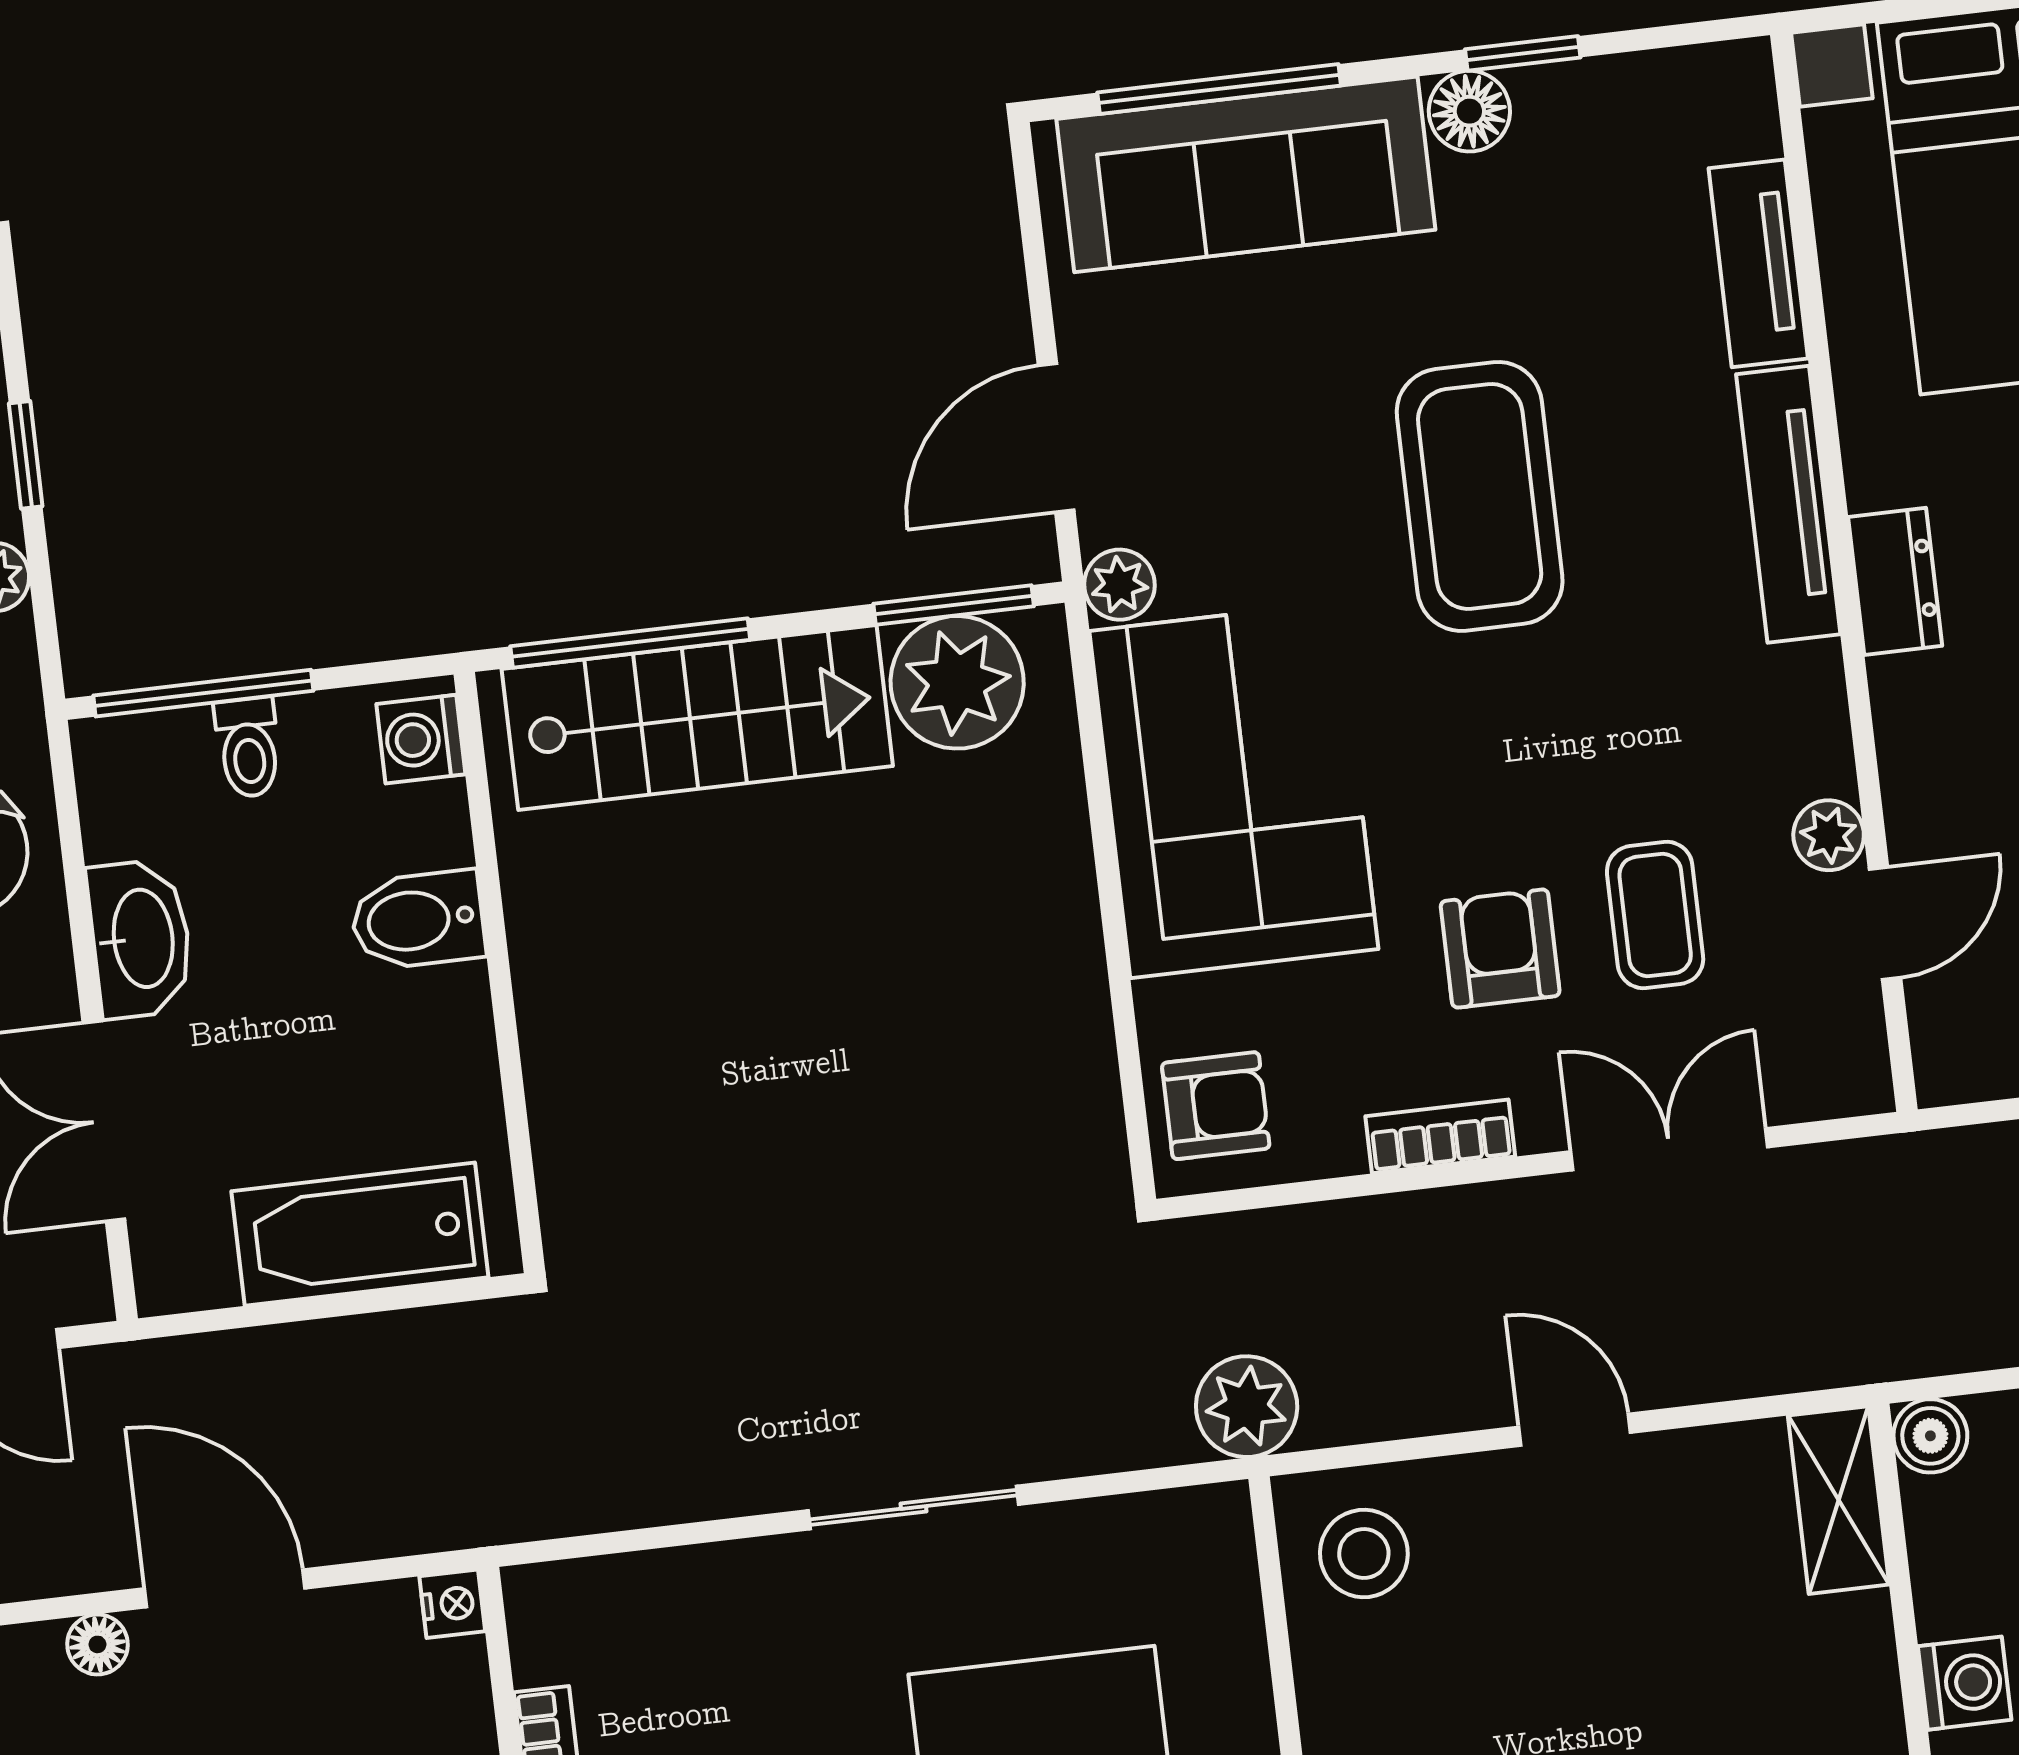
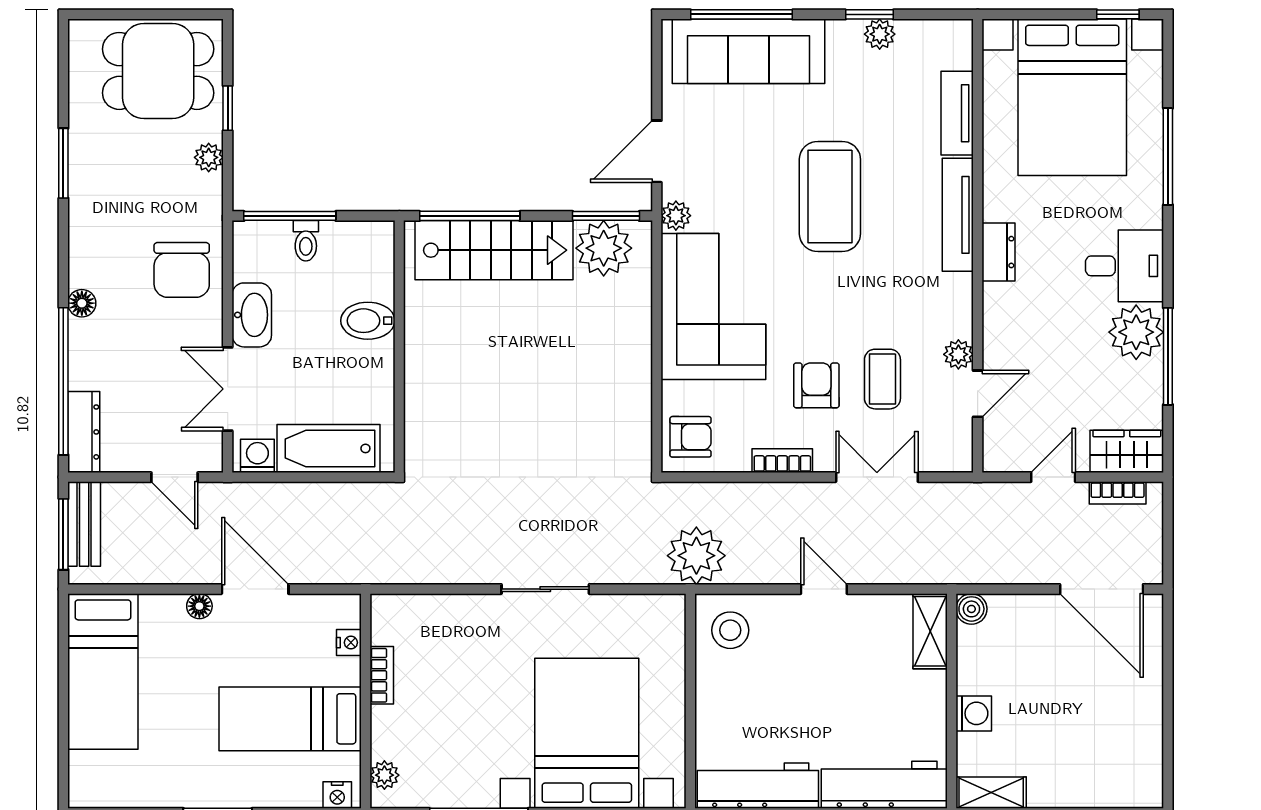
plant: (1552, 97) -> (880, 34), added
floor lamp: (1469, 111) -> (844, 36), removed
washing machine: (421, 739) -> (257, 456), moved, turned 90
plant: (1247, 1407) -> (696, 556), width x1.36, depth x1.36
nightstand: (452, 1604) -> (349, 643), moved

